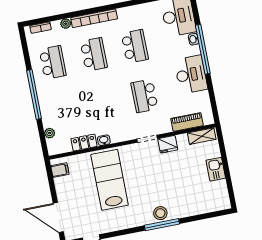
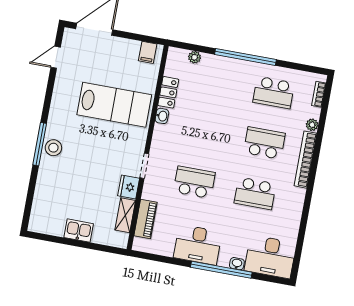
school desk: (94, 54) -> (264, 143), turned 180
shelving: (202, 136) -> (125, 215), moved

